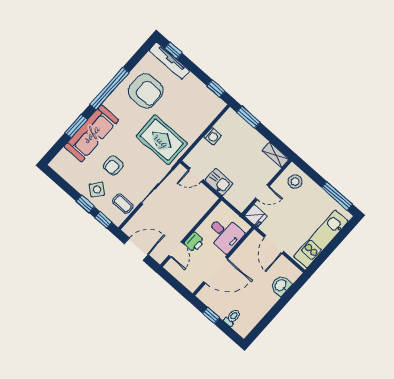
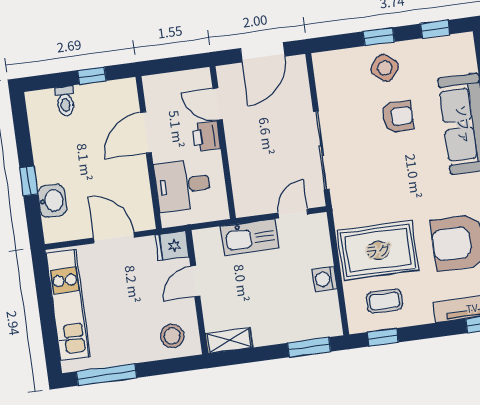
rug: (162, 140) -> (378, 250), moved
armchair: (113, 165) -> (398, 117), turned 90
kitchen sink: (219, 182) -> (250, 237), width x1.38
coffee table: (123, 204) -> (384, 301), moved
window: (103, 220) -> (435, 29), moved
door: (216, 270) -> (146, 132), width x0.73
window: (281, 303) -> (29, 181), added

